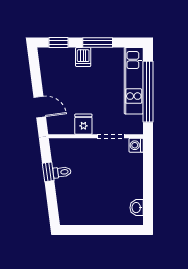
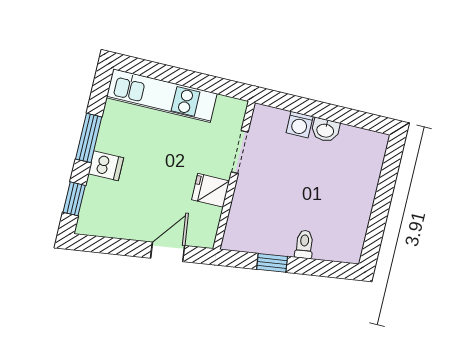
window: (148, 92) -> (184, 78), removed
washing machine: (136, 145) -> (300, 125), moved
toilet: (62, 172) -> (304, 244), moved
washbasin: (137, 208) -> (325, 130), moved

